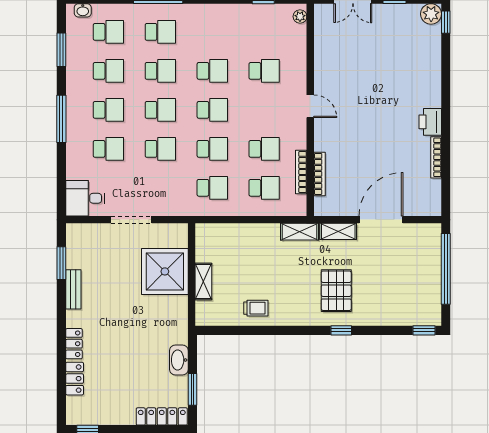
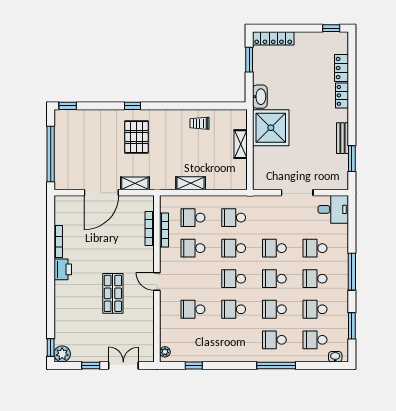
shop shelf: (366, 91) -> (113, 293), added
shelving: (300, 232) -> (191, 183), moved
shower: (165, 271) -> (271, 128), moved
washbasin: (179, 360) -> (260, 97), moved

